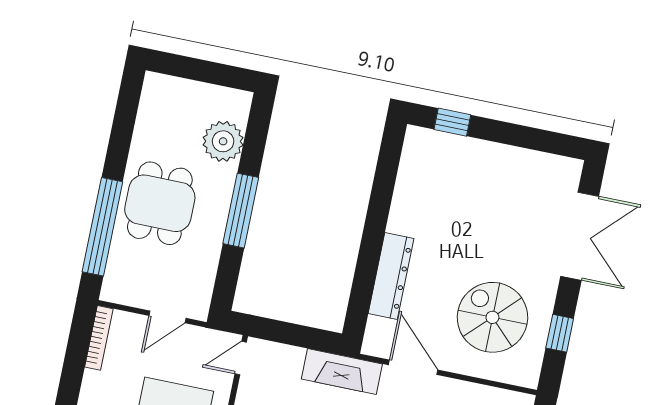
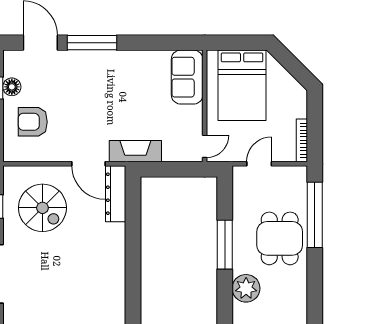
dresser: (391, 276) -> (116, 194), moved

